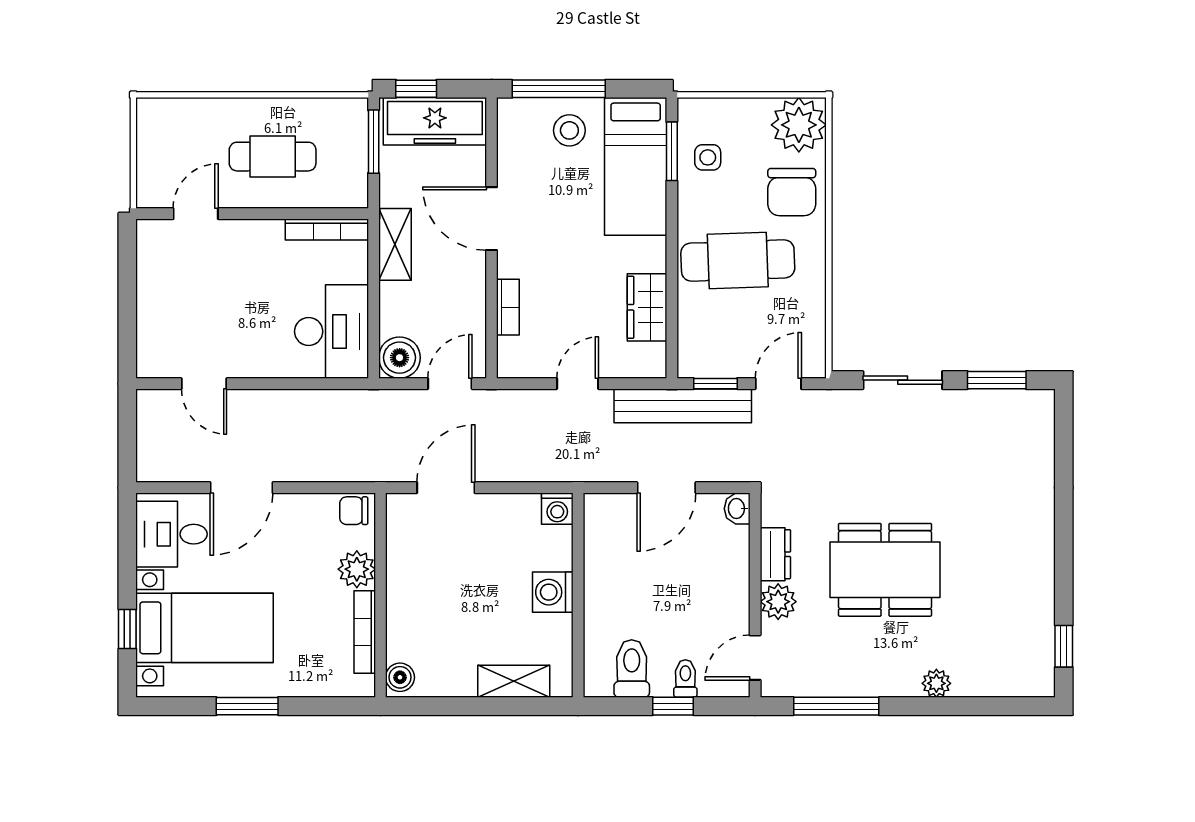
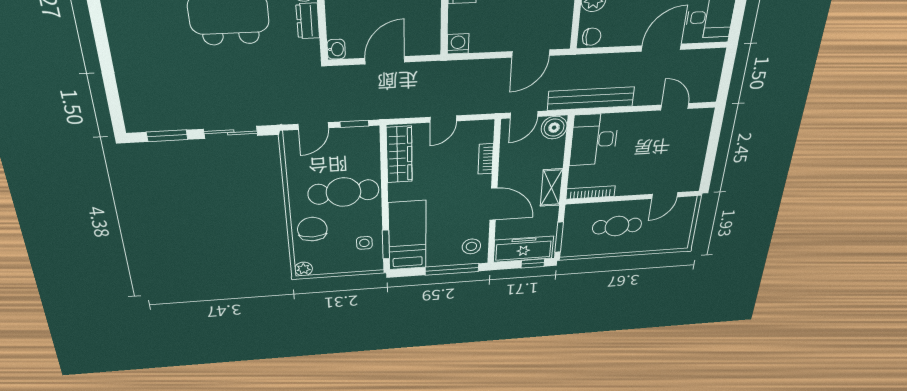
plant: (799, 125) -> (304, 269), width x0.53, depth x0.53
stool: (569, 130) -> (471, 246), moved
wardrobe: (647, 307) -> (399, 155), width x1.50
bench: (683, 406) -> (591, 99), moved

